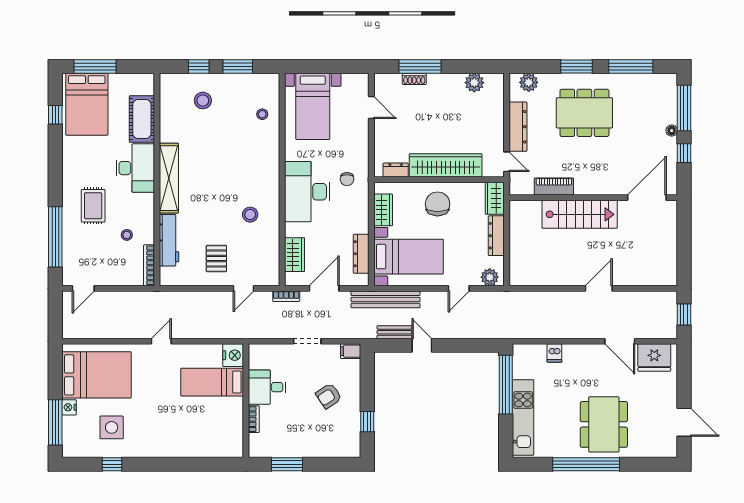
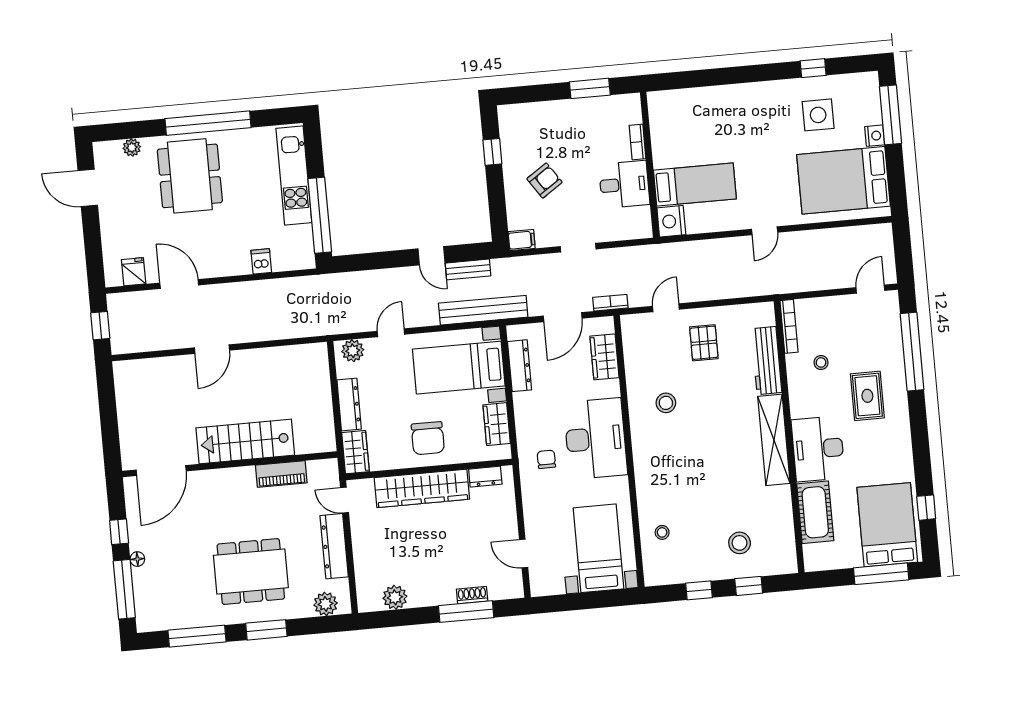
window: (238, 67) -> (699, 590), width x0.67
fridge: (654, 357) -> (134, 272), width x0.53, depth x0.75
plant: (647, 451) -> (132, 147), added

